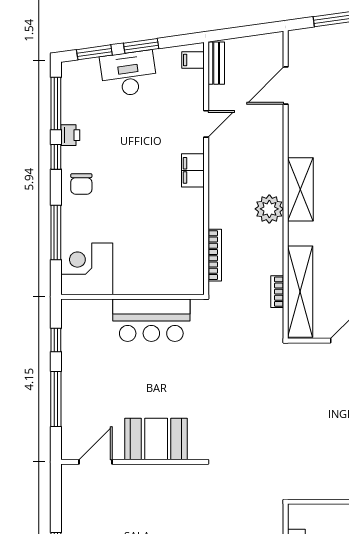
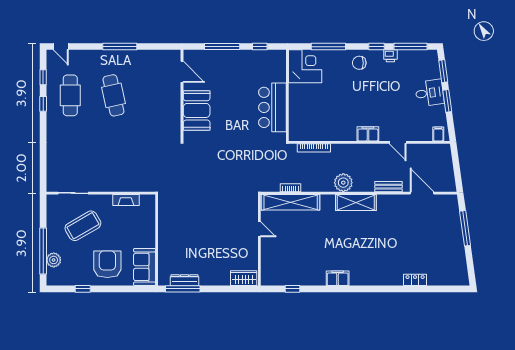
bench: (216, 63) -> (389, 187), moved
desk: (129, 74) -> (429, 93), width x0.73

